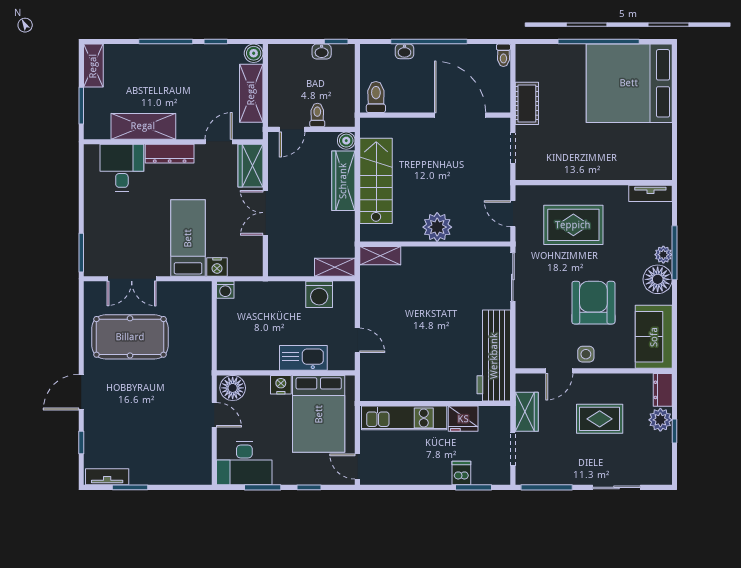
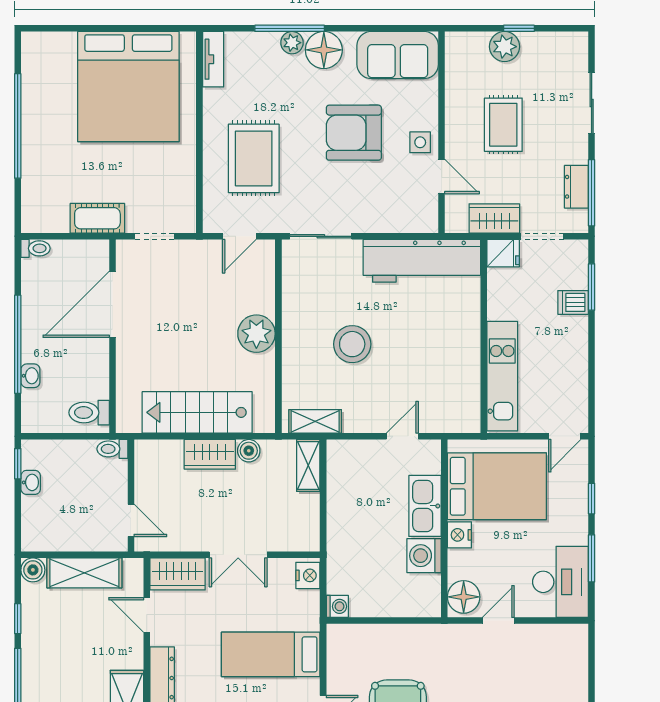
bed: (629, 83) -> (128, 87), moved
toilet: (317, 115) -> (112, 449), moved
boiler: (346, 141) -> (249, 451), moved
wardrobe: (343, 181) -> (210, 454), width x0.67
shelving: (380, 256) -> (315, 421), moved, turned 90
nightstand: (217, 267) -> (308, 575), moved
washing machine: (319, 294) -> (424, 556), moved, turned 180
stool: (429, 301) -> (352, 344), added
dresser: (663, 390) -> (576, 187), moved, turned 90
fridge: (463, 419) -> (503, 253), moved, width x0.72

